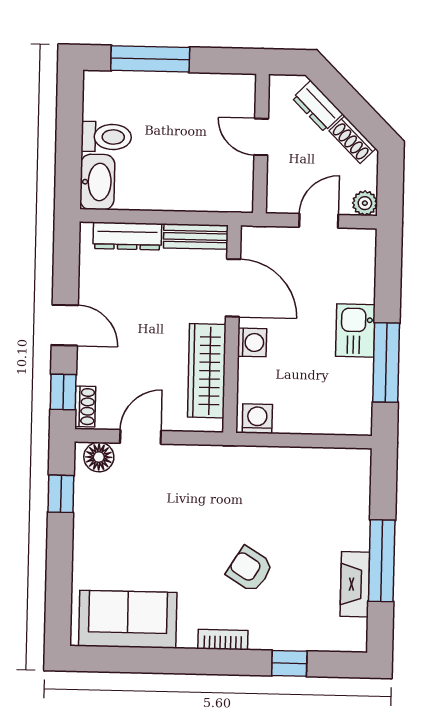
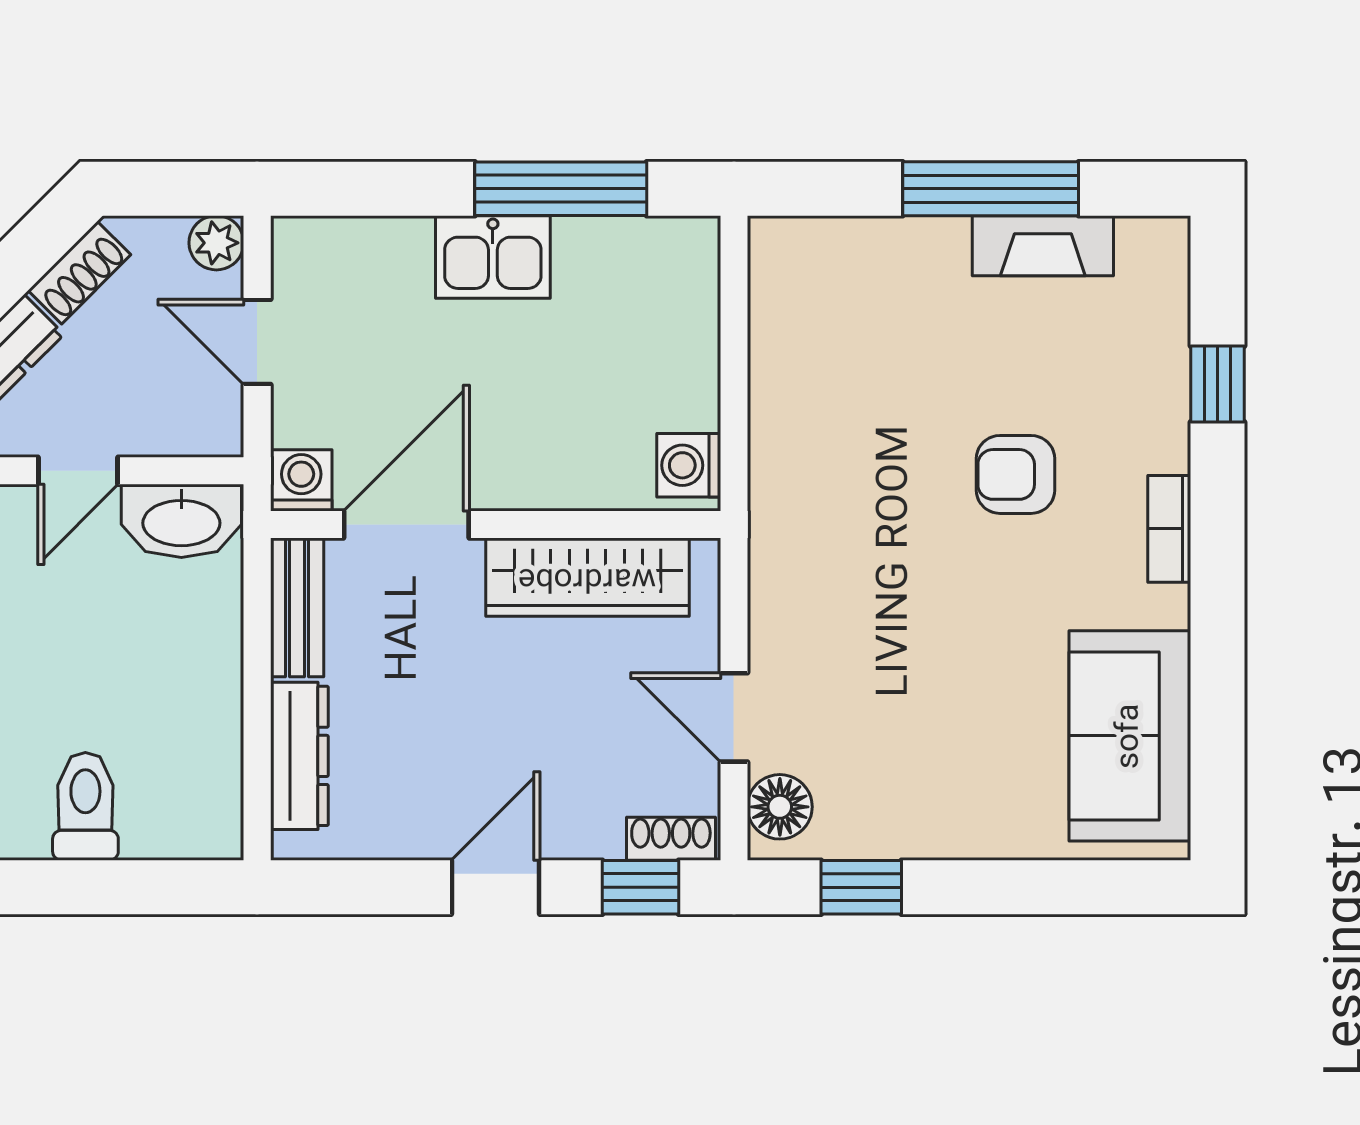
washbasin: (97, 182) -> (181, 521), moved, turned 180
washing machine: (252, 342) -> (301, 480), moved
armchair: (250, 569) -> (1016, 474), turned 58

